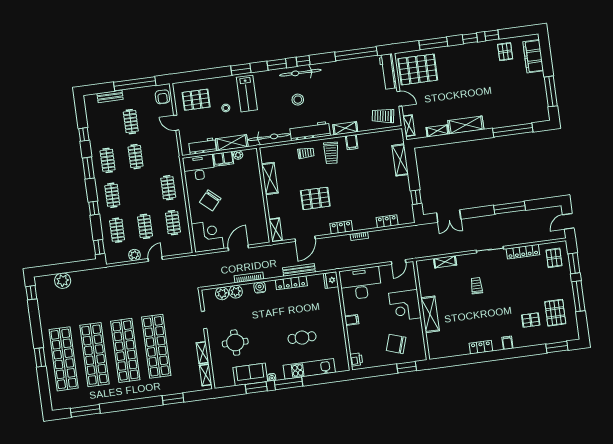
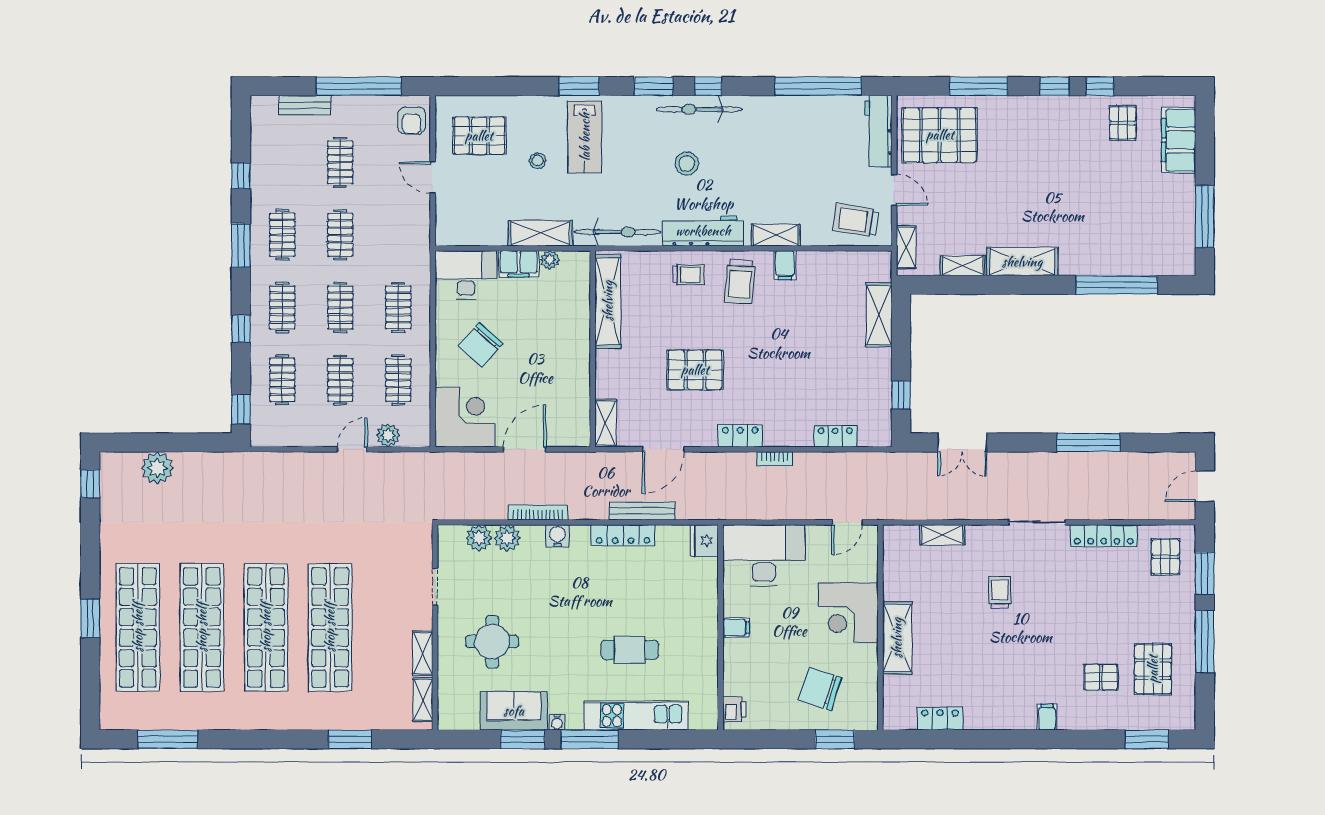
workbench: (202, 146) -> (480, 232), removed
shelving: (270, 178) -> (608, 301), width x1.47
clothes rail: (140, 191) -> (340, 307), added
plant: (135, 255) -> (388, 435), moved
locker: (481, 347) -> (940, 719), moved

